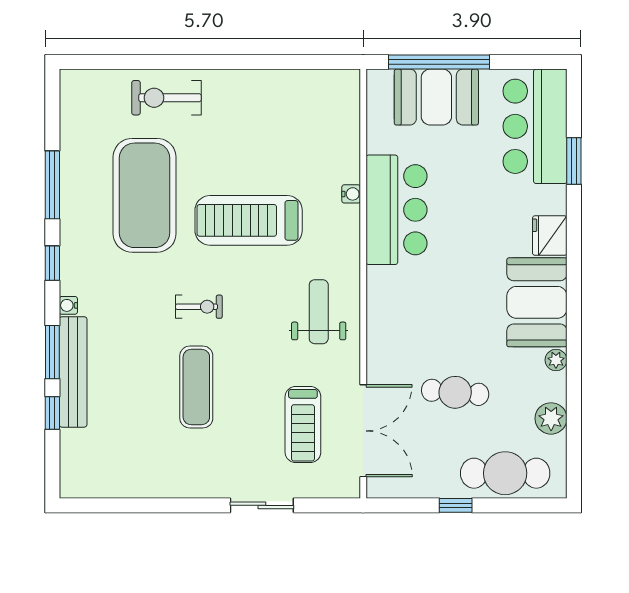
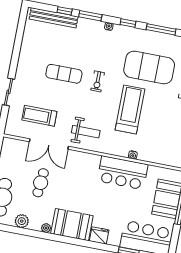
bench: (73, 372) -> (54, 18), moved
double door: (363, 431) -> (49, 144), moved

